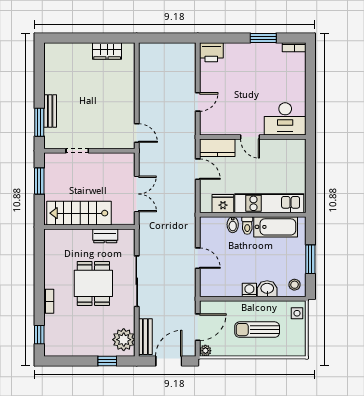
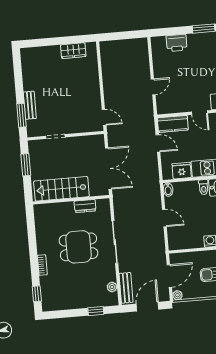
printer: (211, 52) -> (177, 43), moved
double door: (137, 194) -> (108, 169), width x1.37
bidet: (233, 225) -> (168, 190), moved
dining table: (93, 283) -> (78, 247), turned 90
plant: (124, 340) -> (112, 287), width x0.53, depth x0.53

